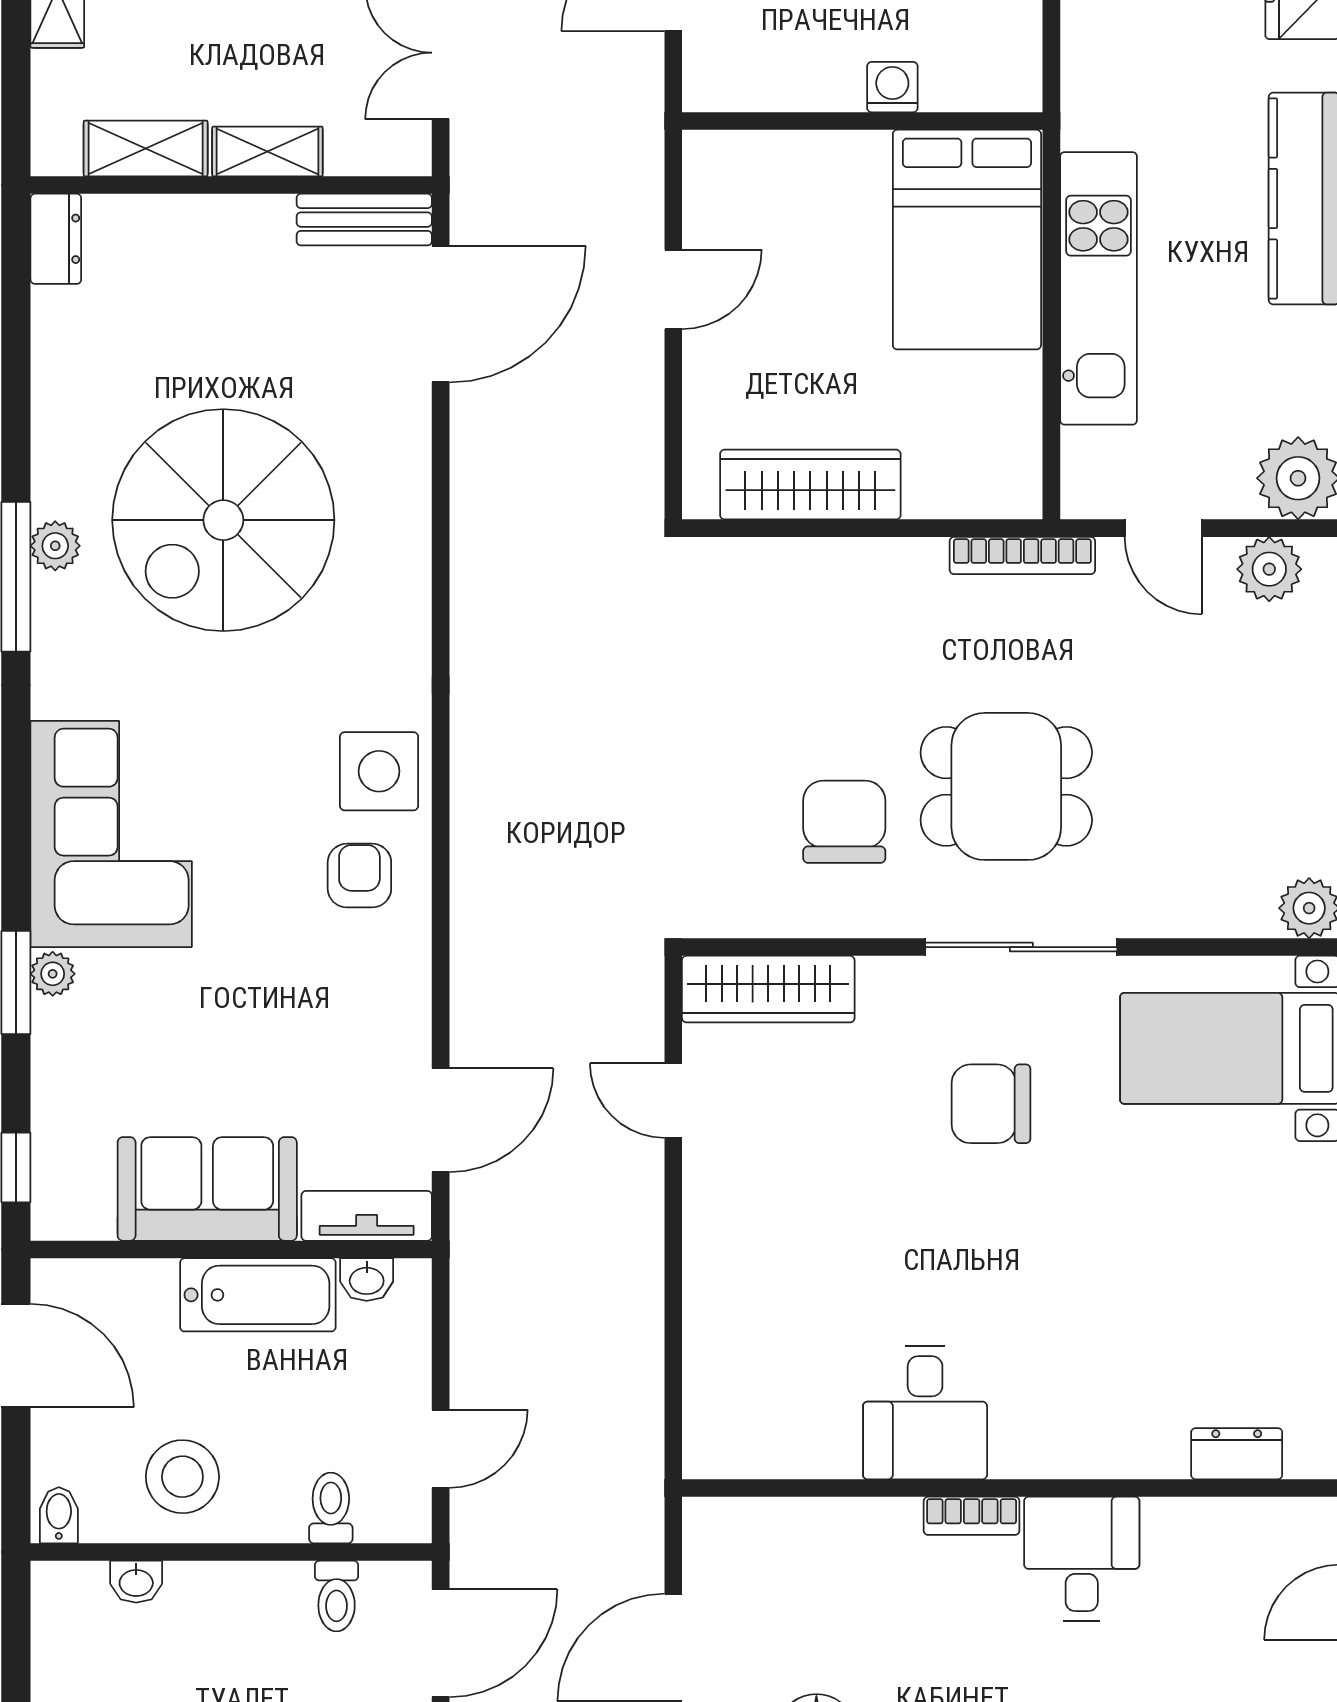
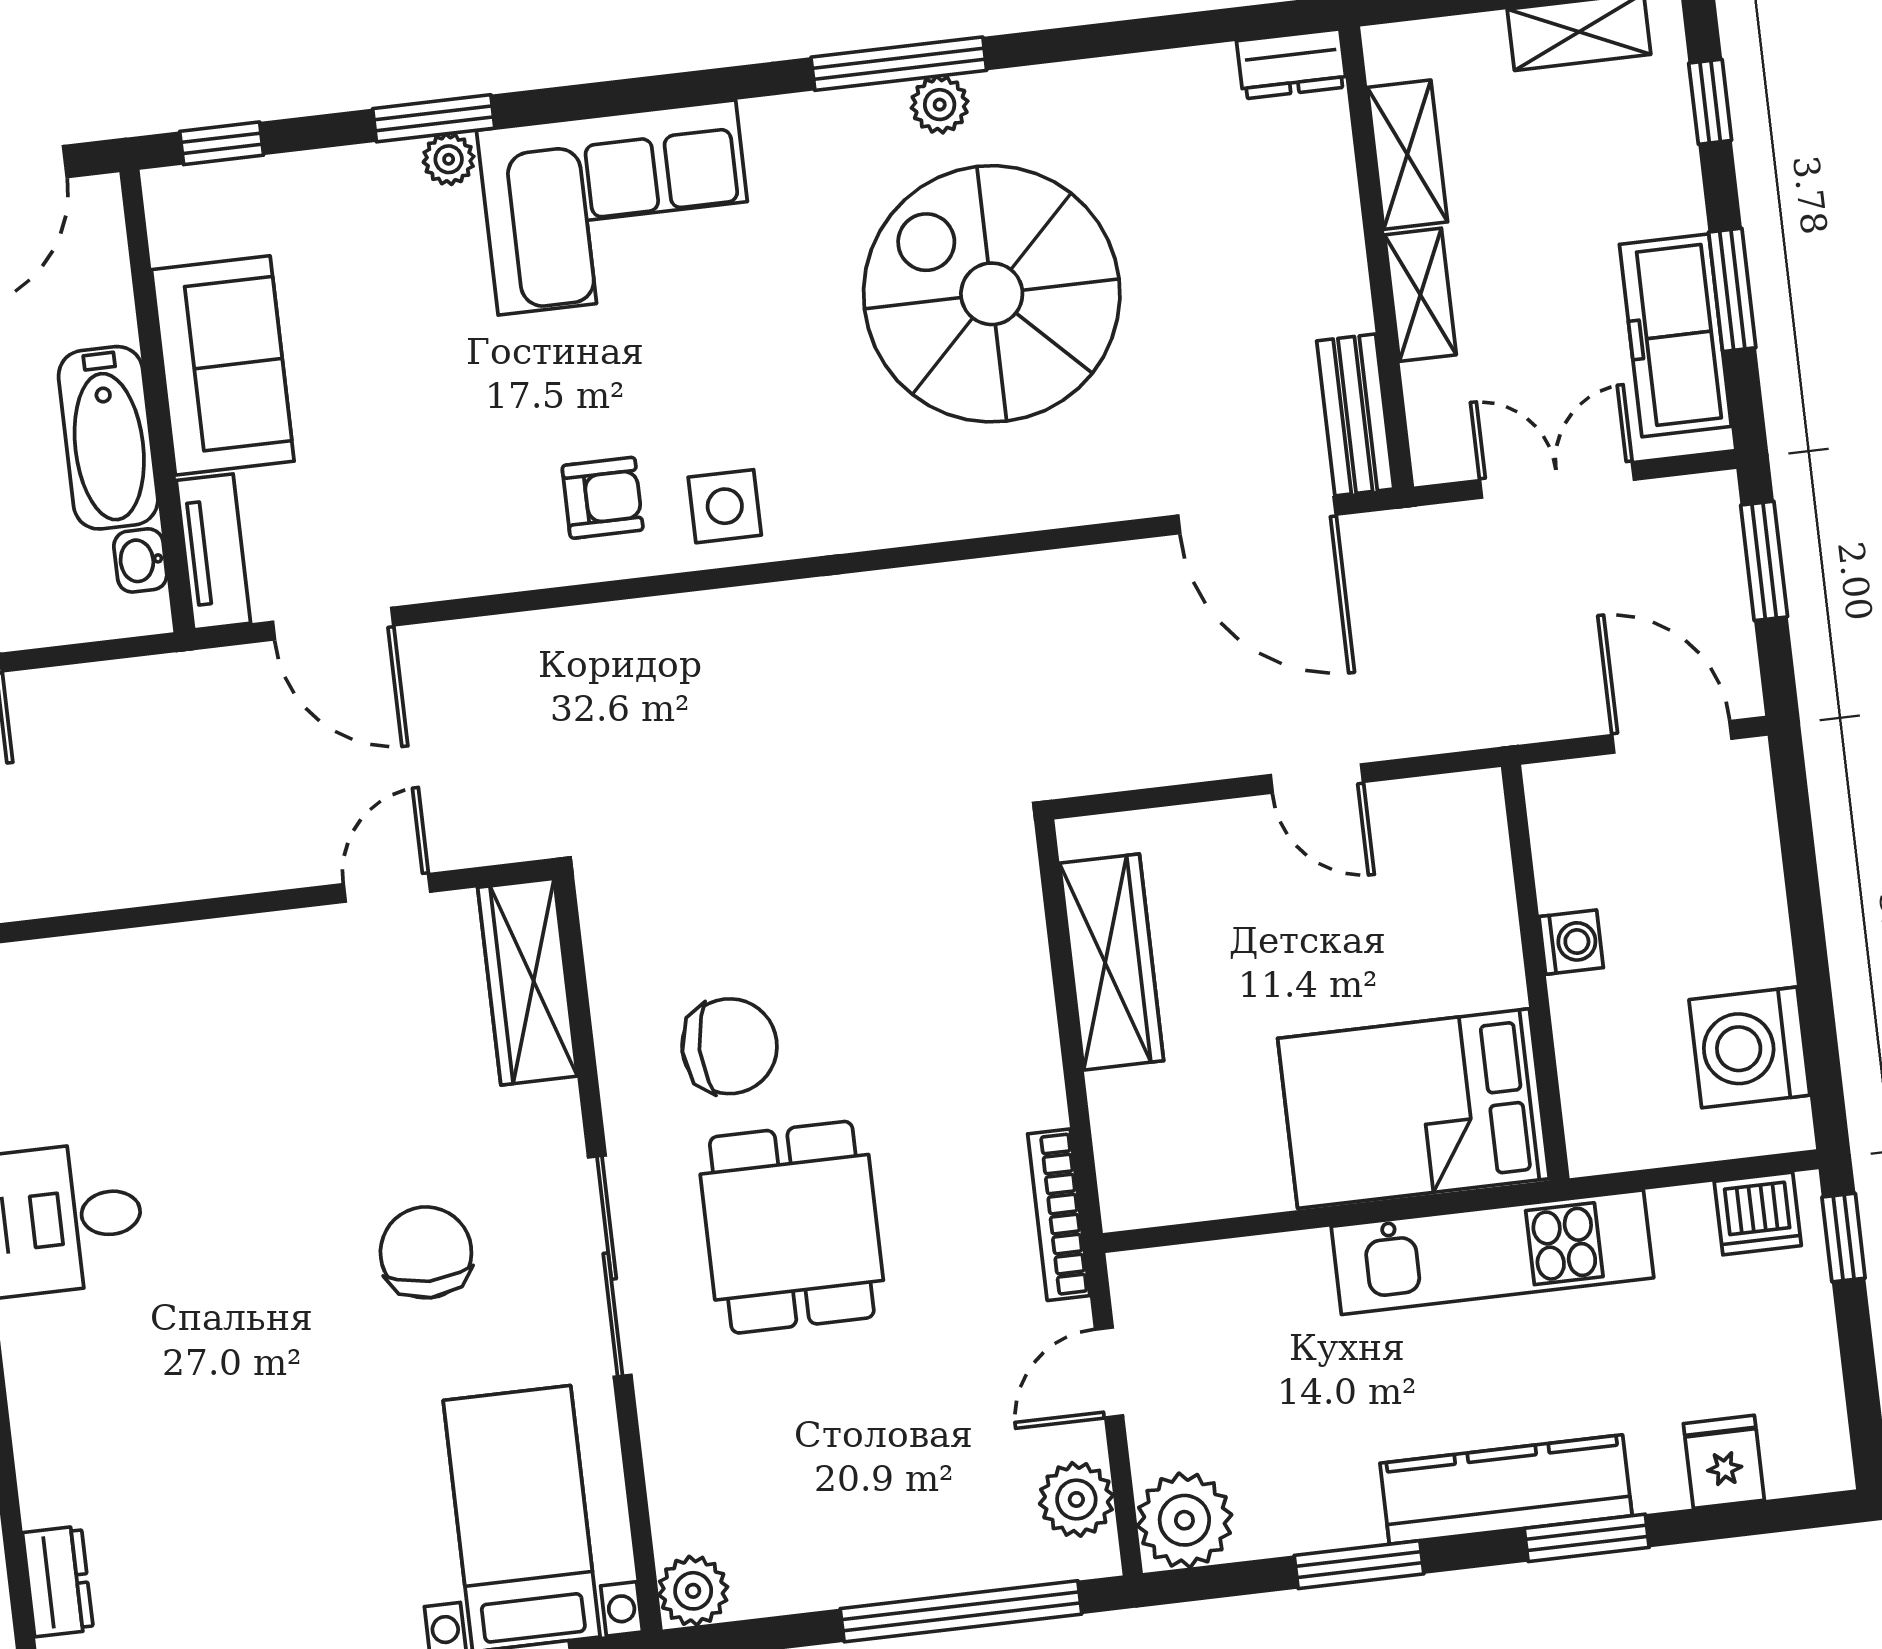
washing machine: (892, 87) -> (1571, 942), moved
kitchen unit: (1098, 288) -> (1492, 1252), moved
side table: (379, 771) -> (725, 506), width x0.73, depth x0.73

